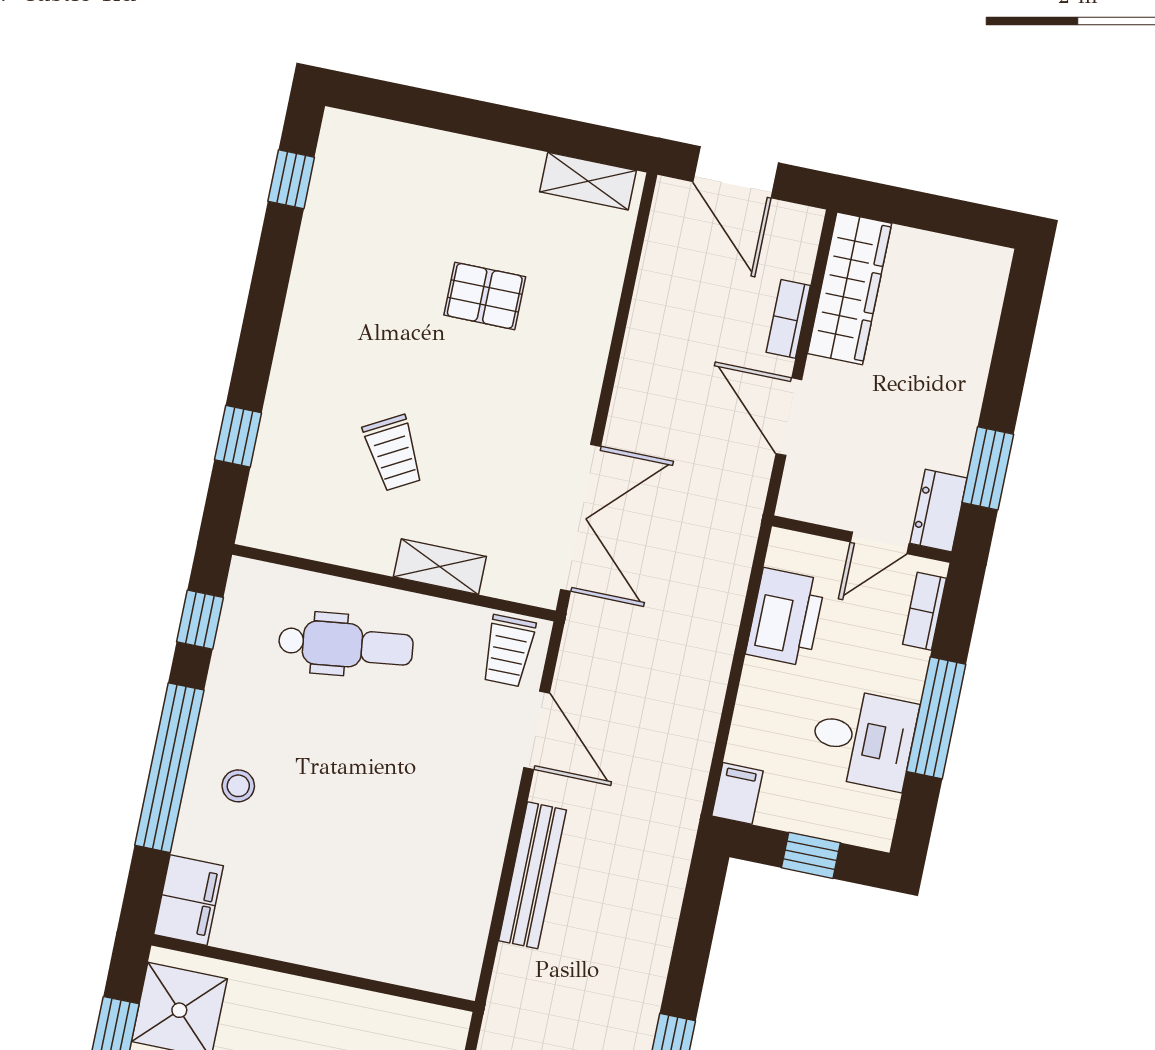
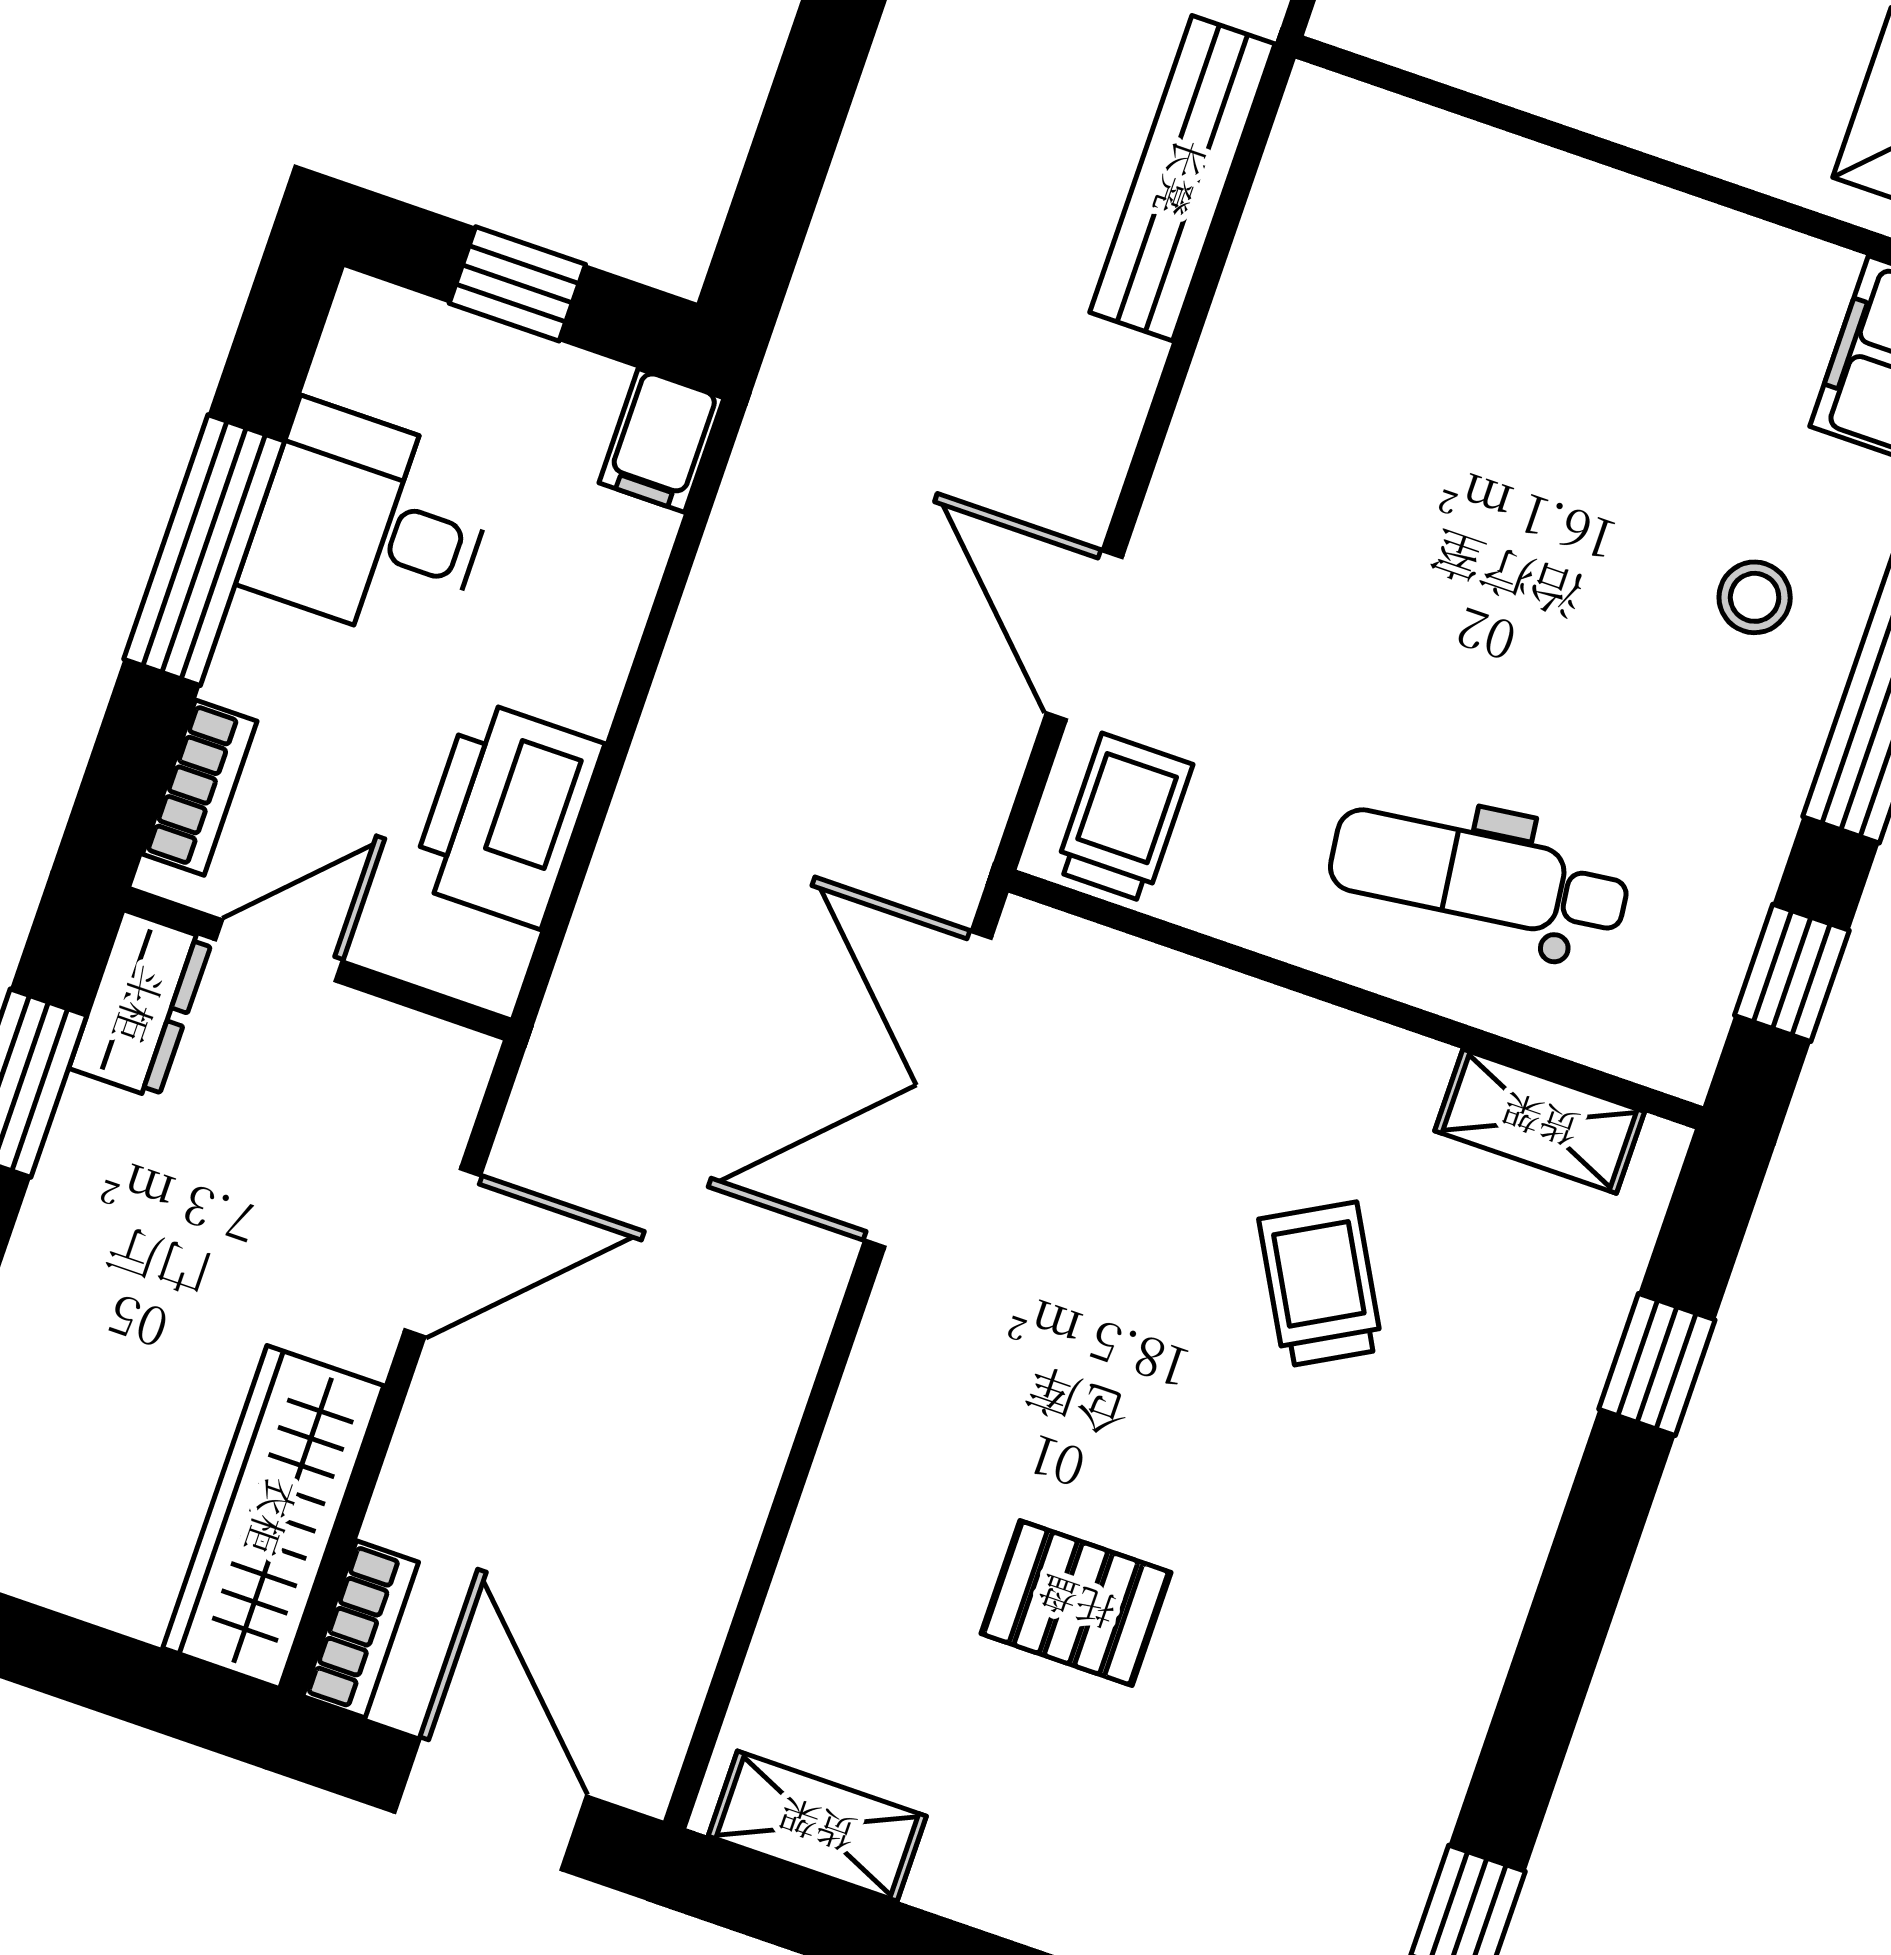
bookcase: (788, 319) -> (361, 1629), moved
door: (789, 417) -> (443, 1253), hinge flipped
shelving: (440, 567) -> (1540, 1121), moved
bench: (533, 875) -> (1182, 178), moved

